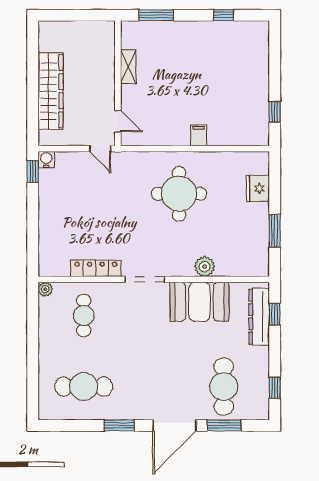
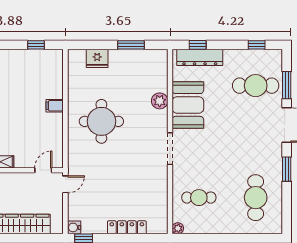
locker: (96, 268) -> (127, 227), moved, turned 90

